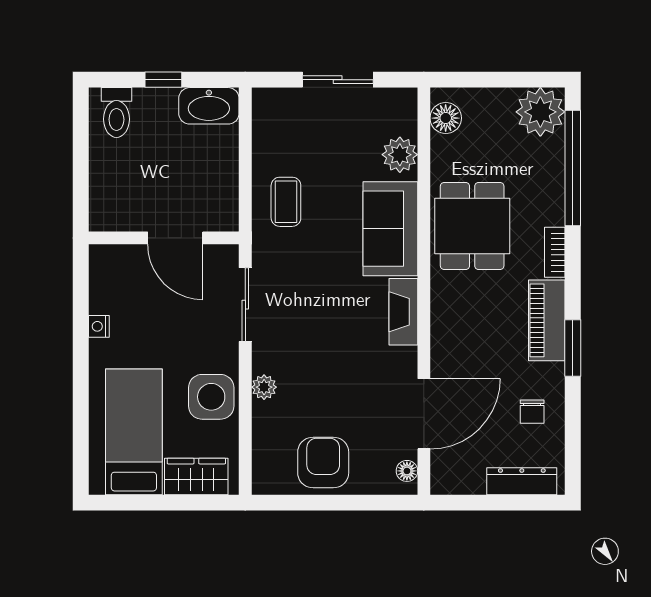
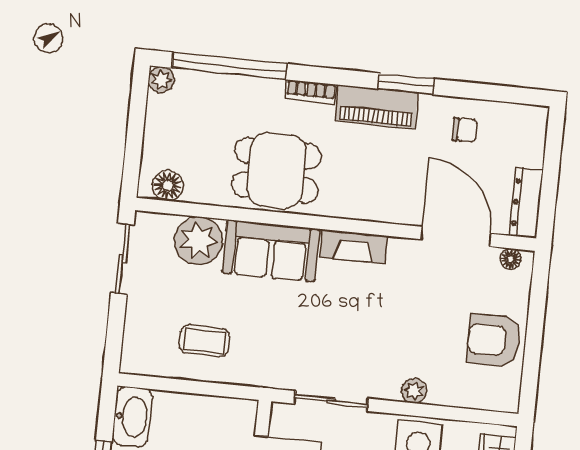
sliding door: (338, 80) -> (122, 259), moved
plant: (540, 112) -> (161, 80), width x0.53, depth x0.53
plant: (400, 155) -> (199, 241), width x1.36, depth x1.36
coffee table: (286, 202) -> (204, 341), moved
dresser: (522, 481) -> (526, 203), moved

